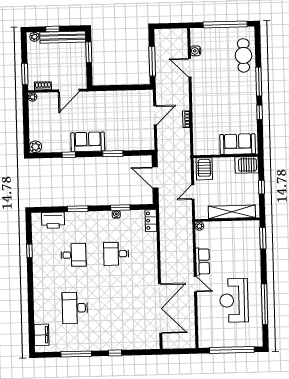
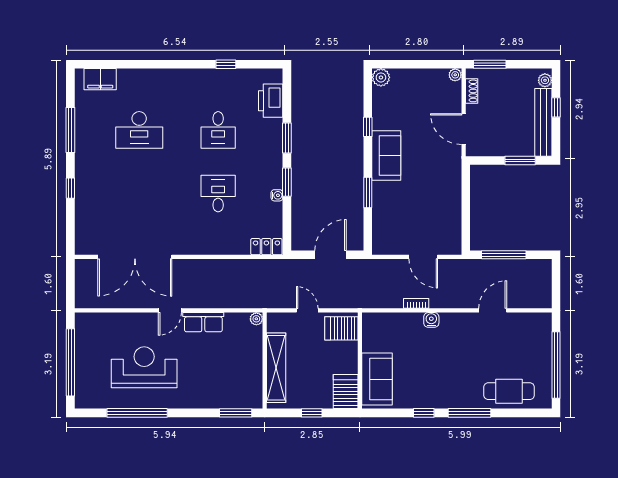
water cooler: (196, 51) -> (431, 320), moved
window: (120, 208) -> (287, 182), moved
desk: (75, 308) -> (139, 130), turned 180

